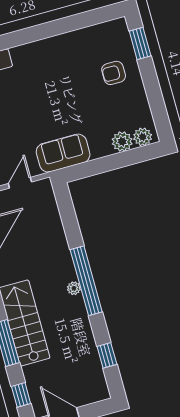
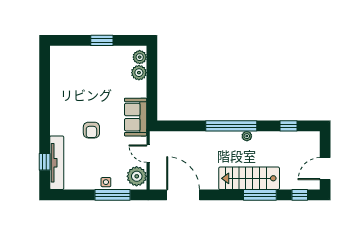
window: (140, 44) -> (102, 40), moved
armchair: (114, 73) -> (91, 130), moved
plant: (74, 288) -> (247, 136), moved

